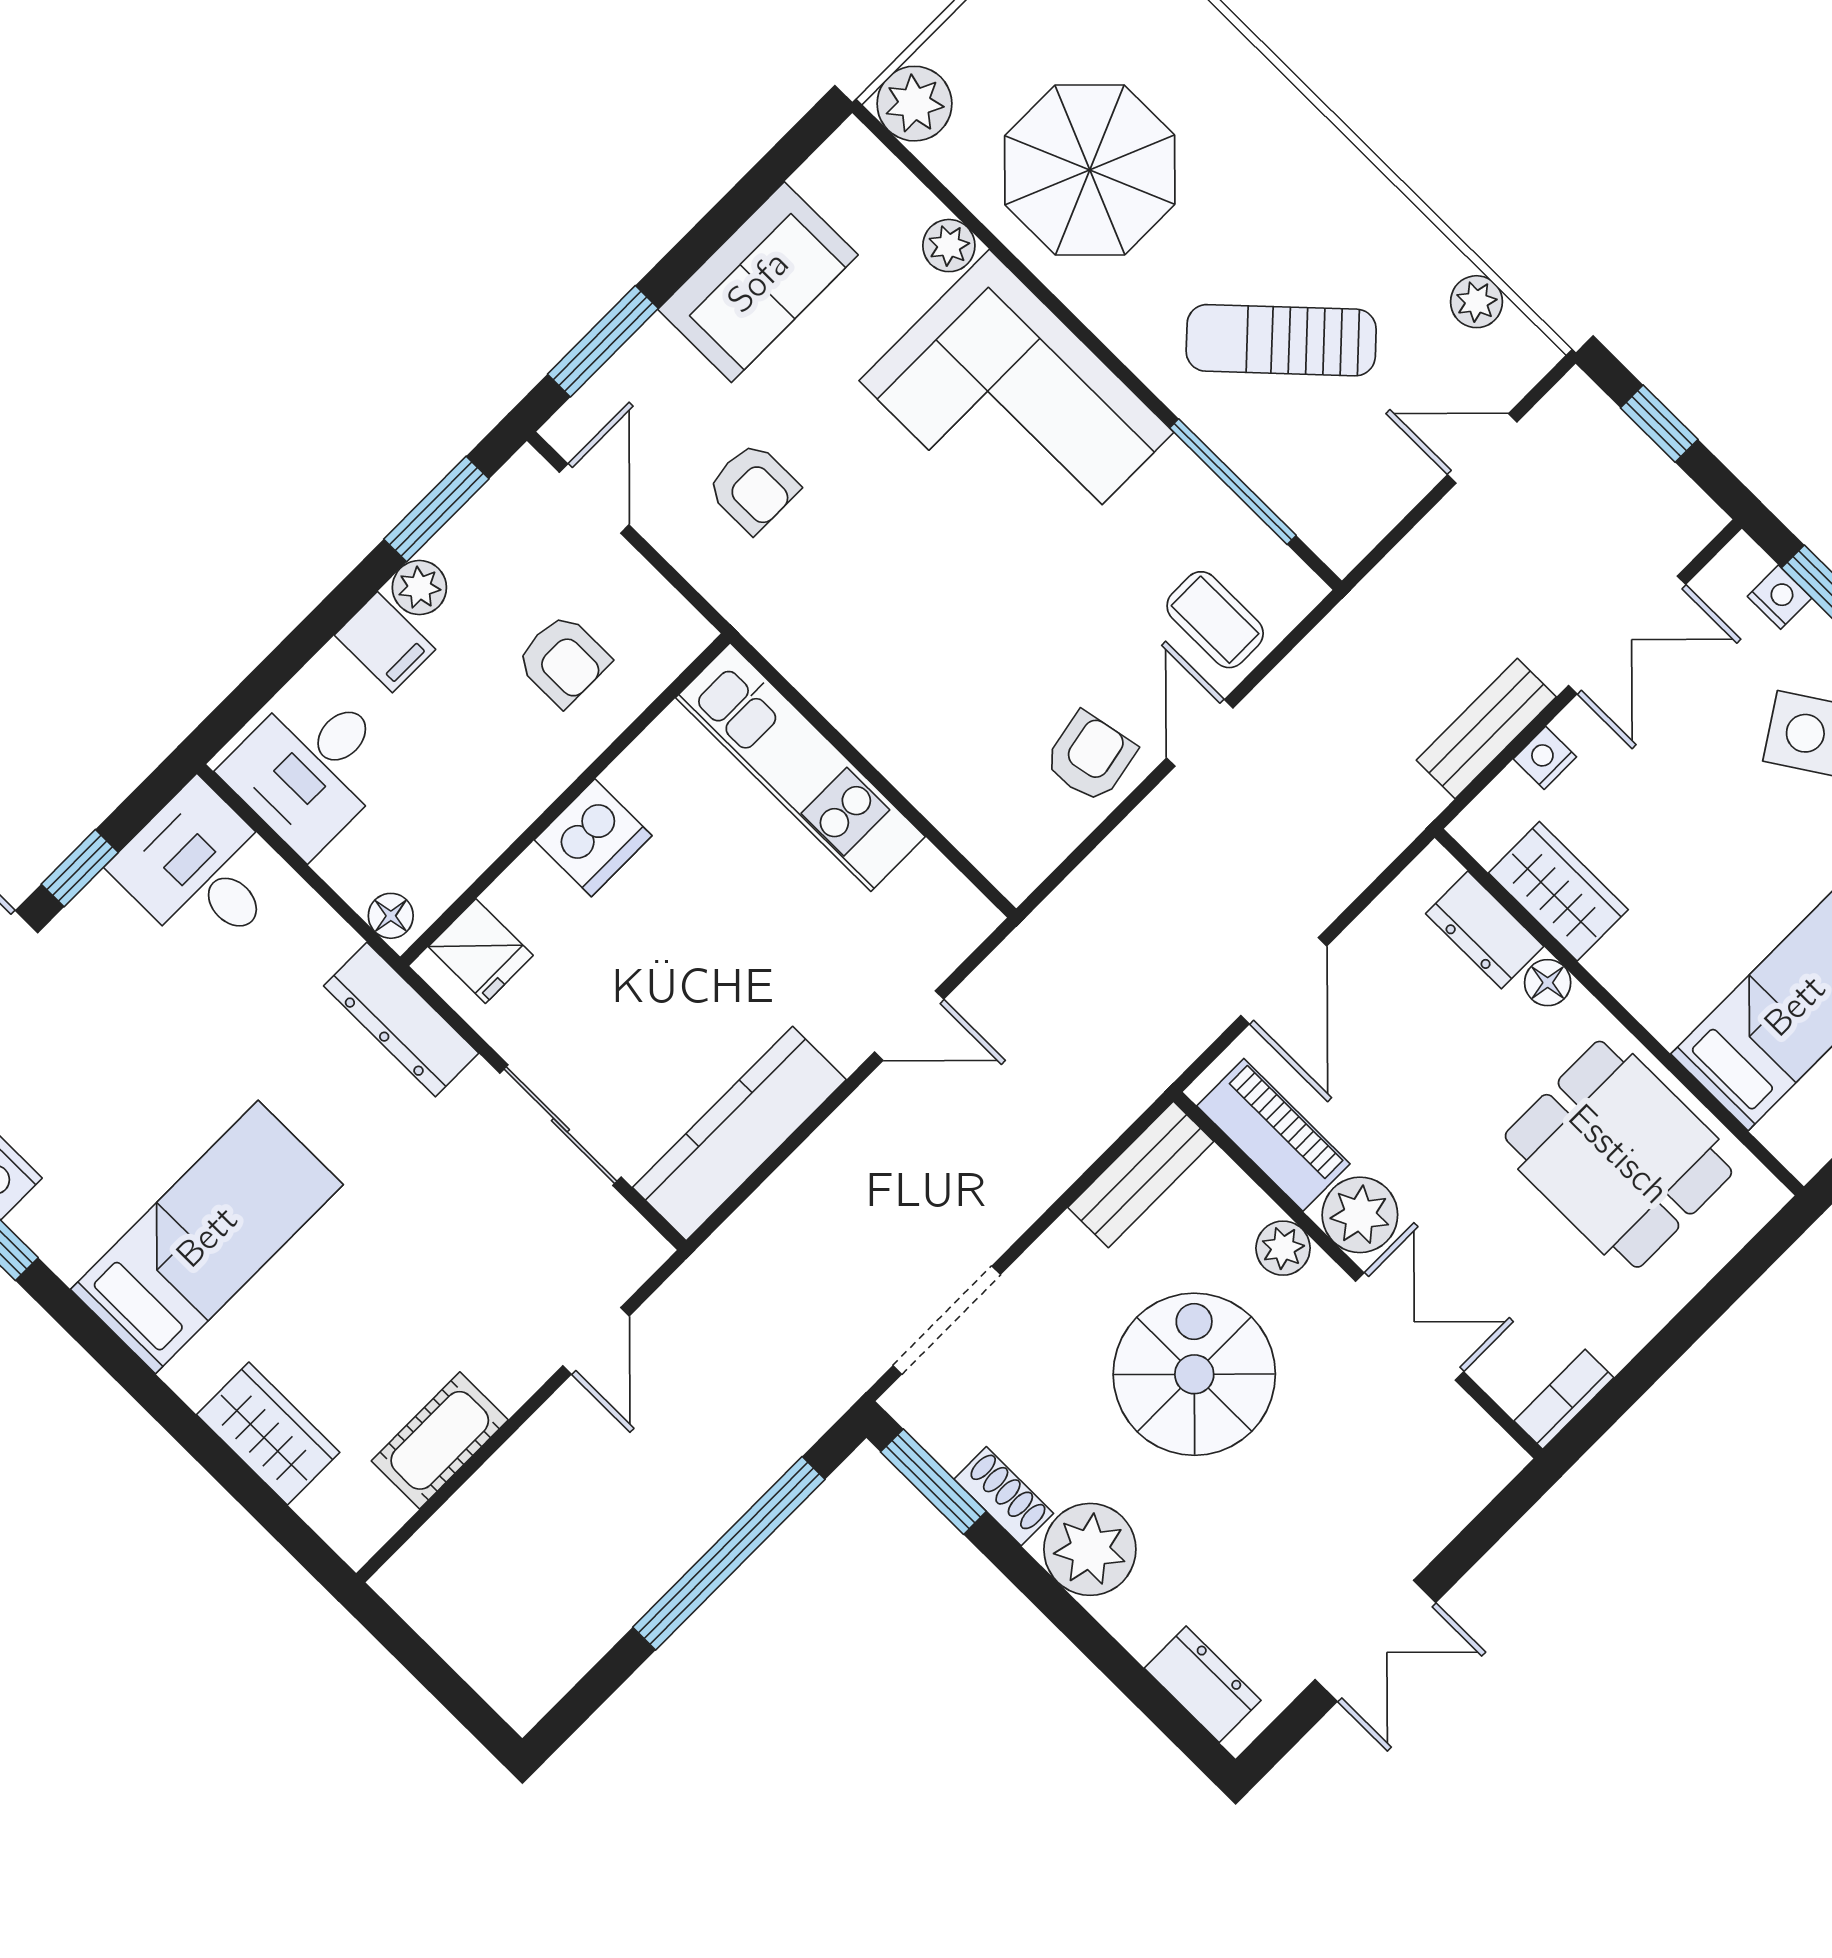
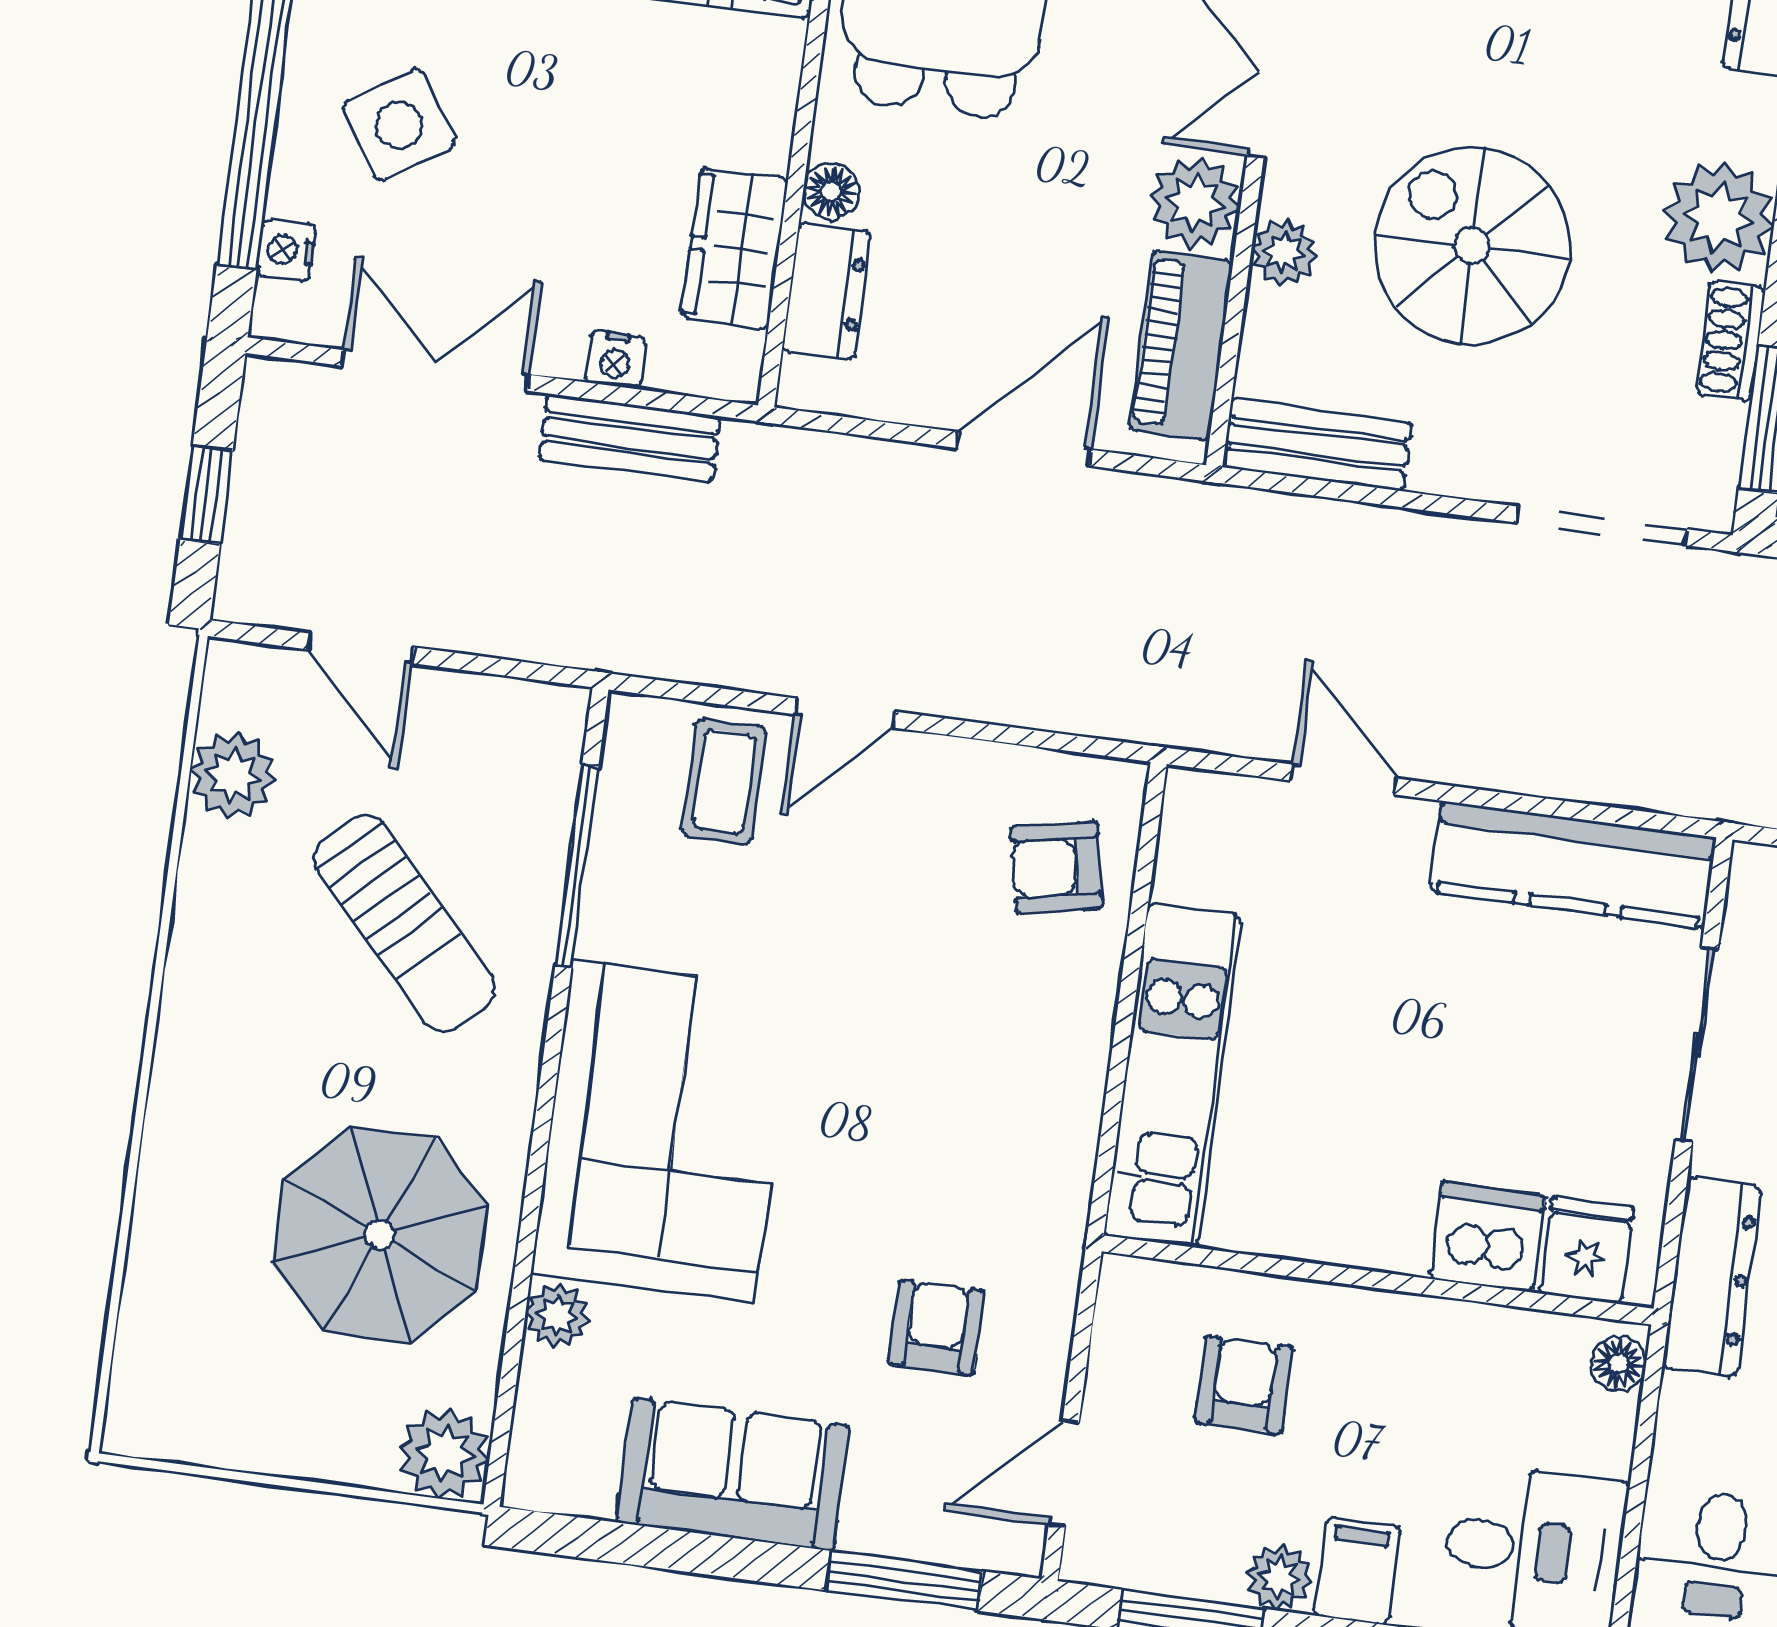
plant: (1477, 302) -> (233, 775), width x1.38, depth x1.38
armchair: (1090, 757) -> (1057, 867), moved
dishwasher: (593, 838) -> (1487, 1237), moved
spiral stairs: (1194, 1374) -> (1472, 246), turned 90

